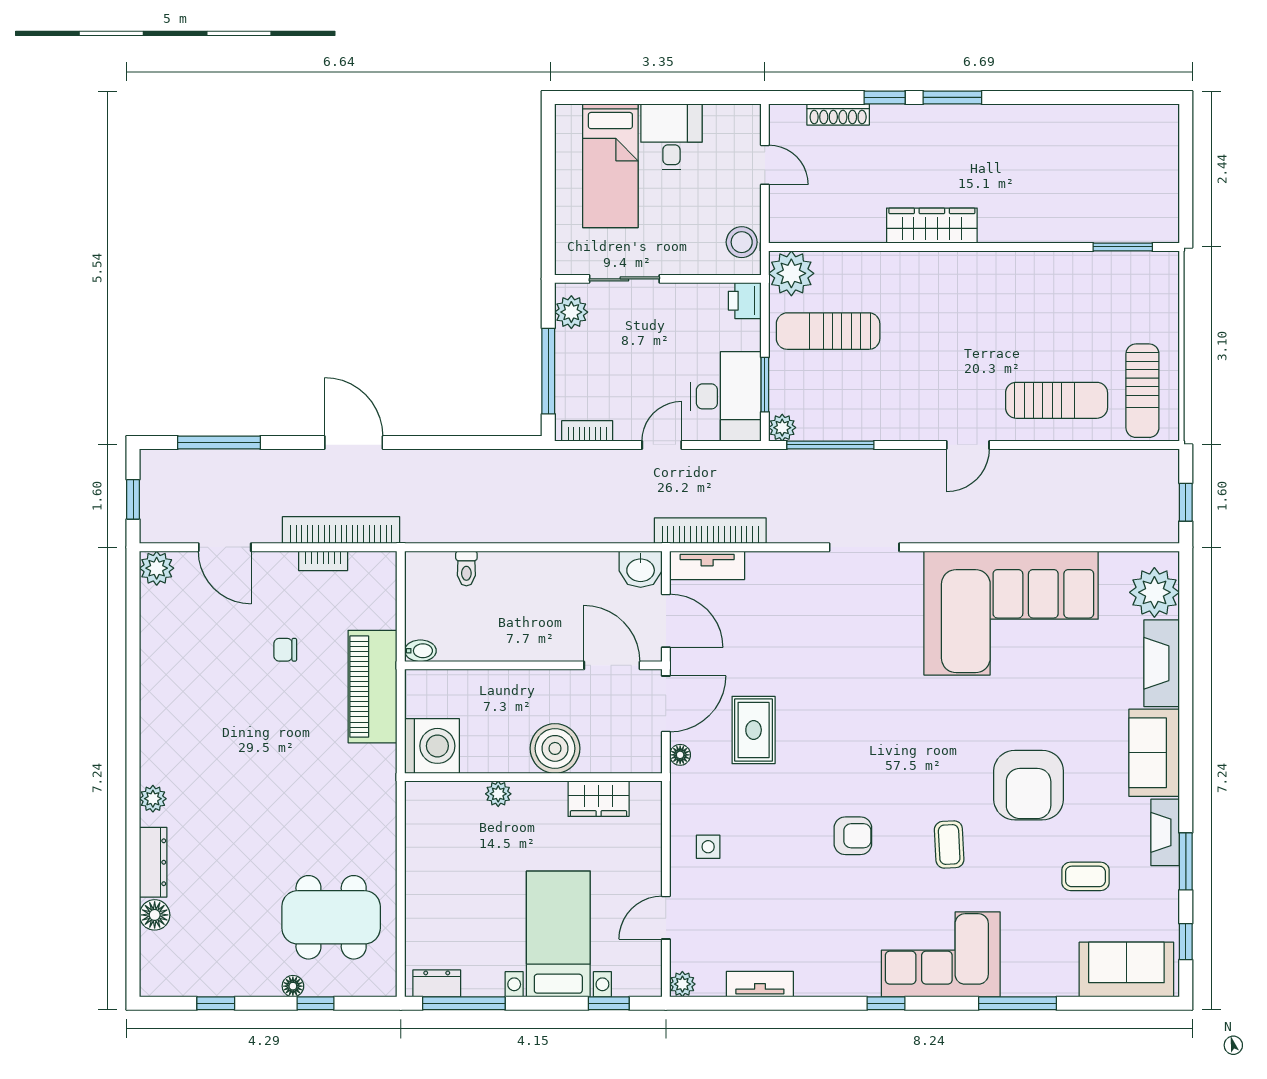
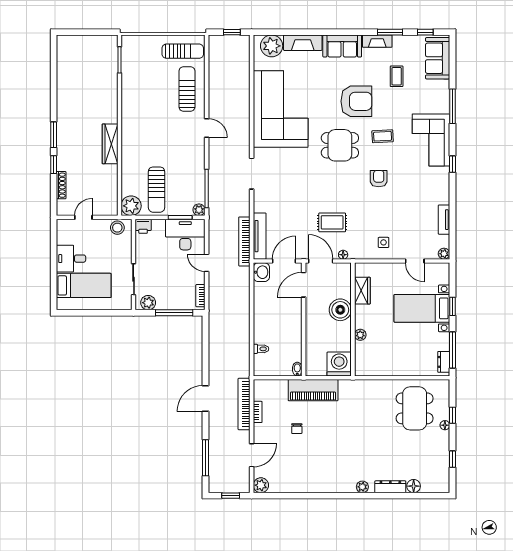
tv unit: (707, 565) -> (260, 236), width x1.41
dining table: (929, 748) -> (340, 145), added
window: (609, 1003) -> (452, 306), moved

